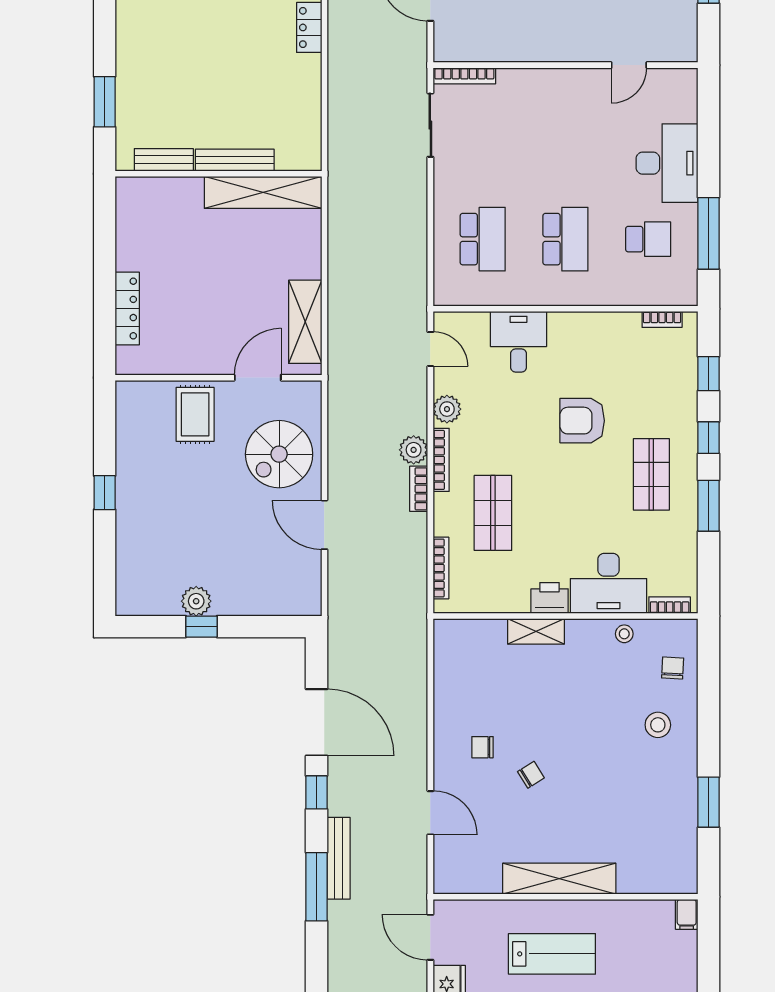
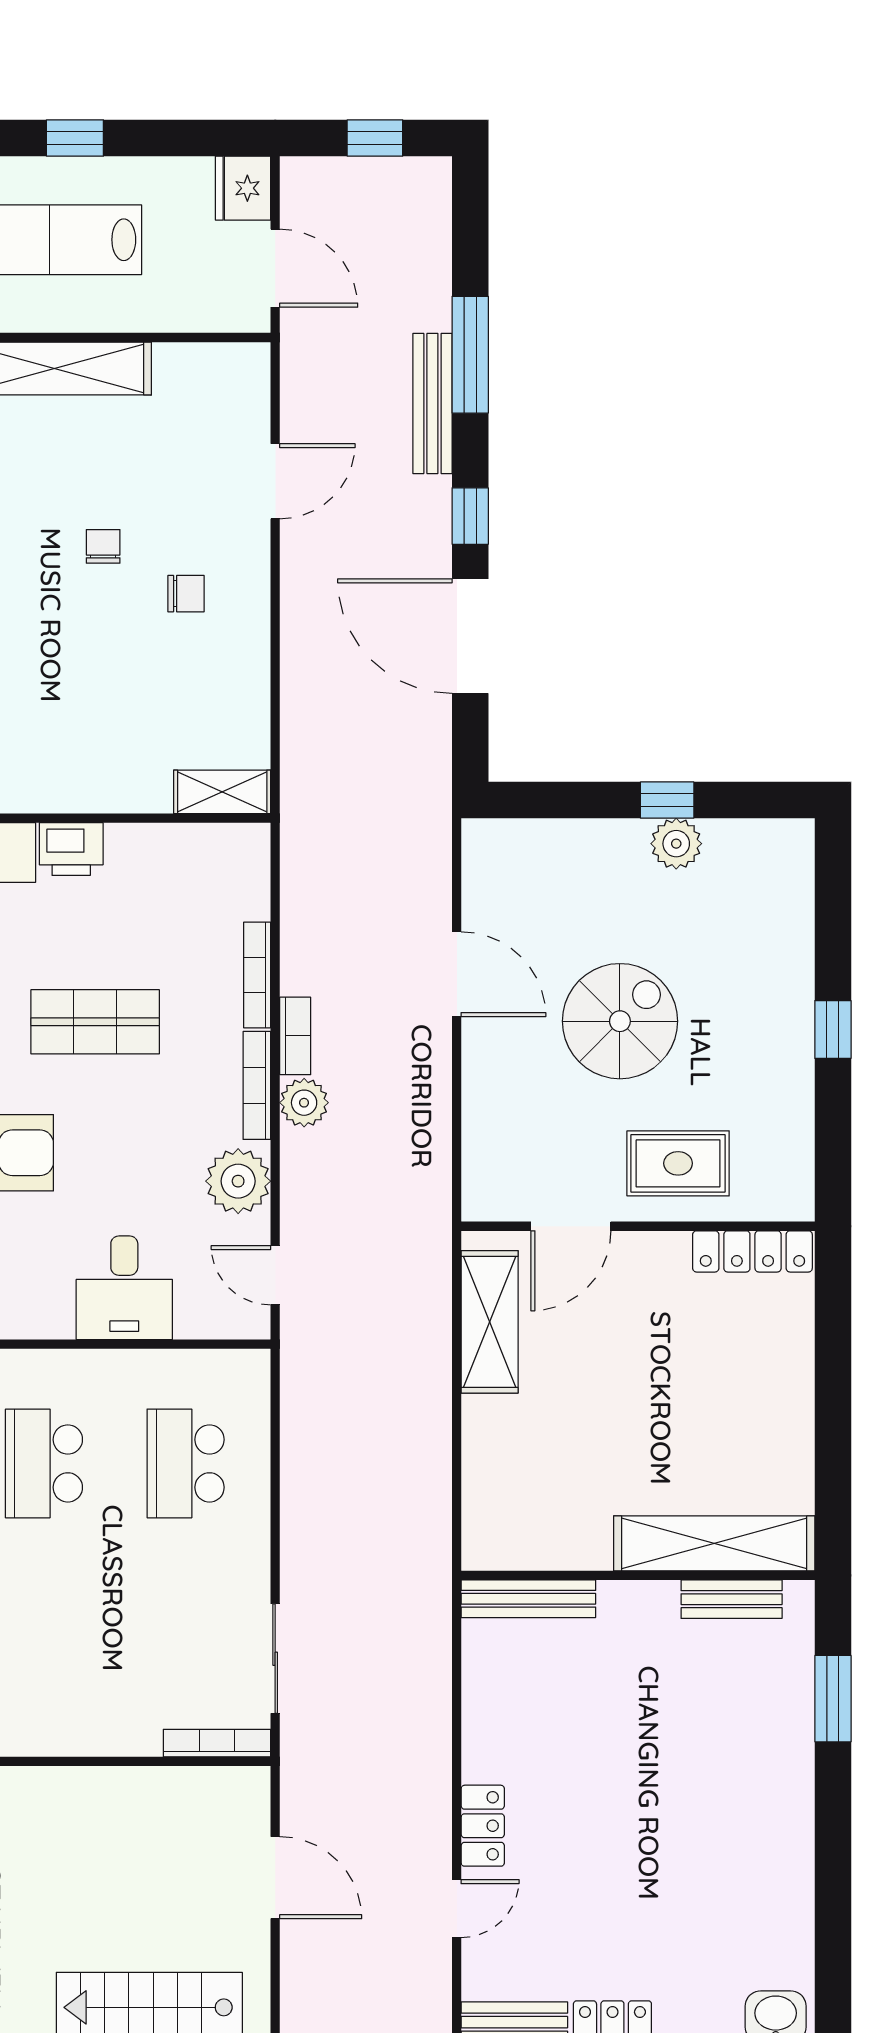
bench: (235, 160) -> (528, 1599), moved
shelving: (263, 192) -> (714, 1543), moved
locker: (127, 308) -> (752, 1251), moved, turned -90
plant: (447, 409) -> (238, 1181), width x1.36, depth x1.36
rug: (195, 414) -> (678, 1163), turned 90
spiral stairs: (279, 454) -> (620, 1021), moved
shop shelf: (493, 513) -> (95, 1022), moved, turned 90
bookcase: (441, 568) -> (257, 975), moved
shelving: (536, 631) -> (222, 792), moved
chair: (531, 775) -> (103, 546), turned 122
door: (430, 813) -> (275, 481), swing flipped

